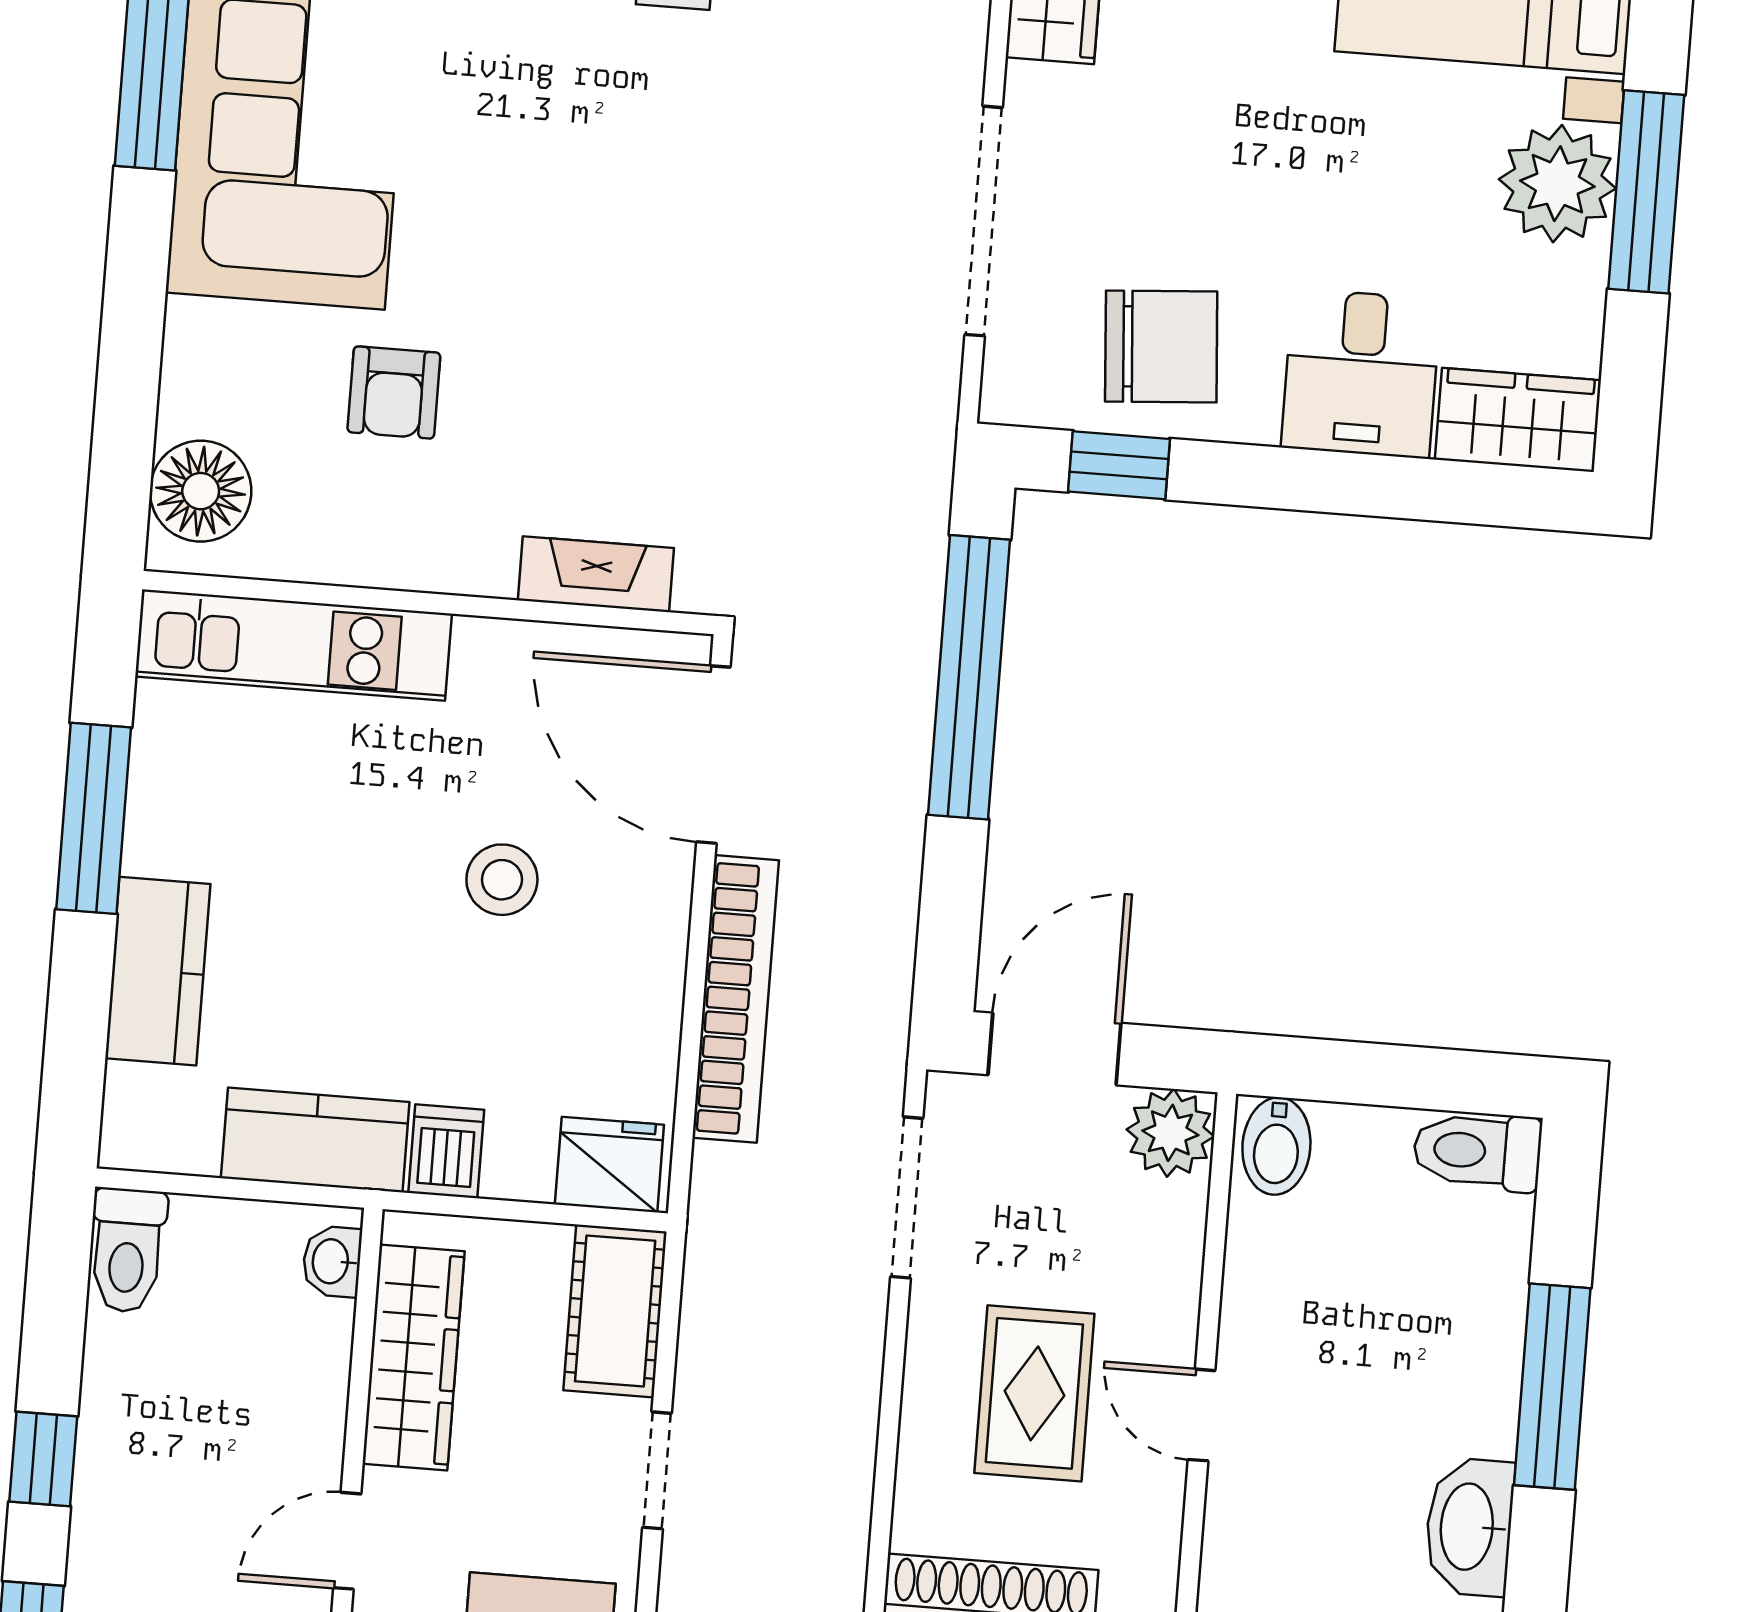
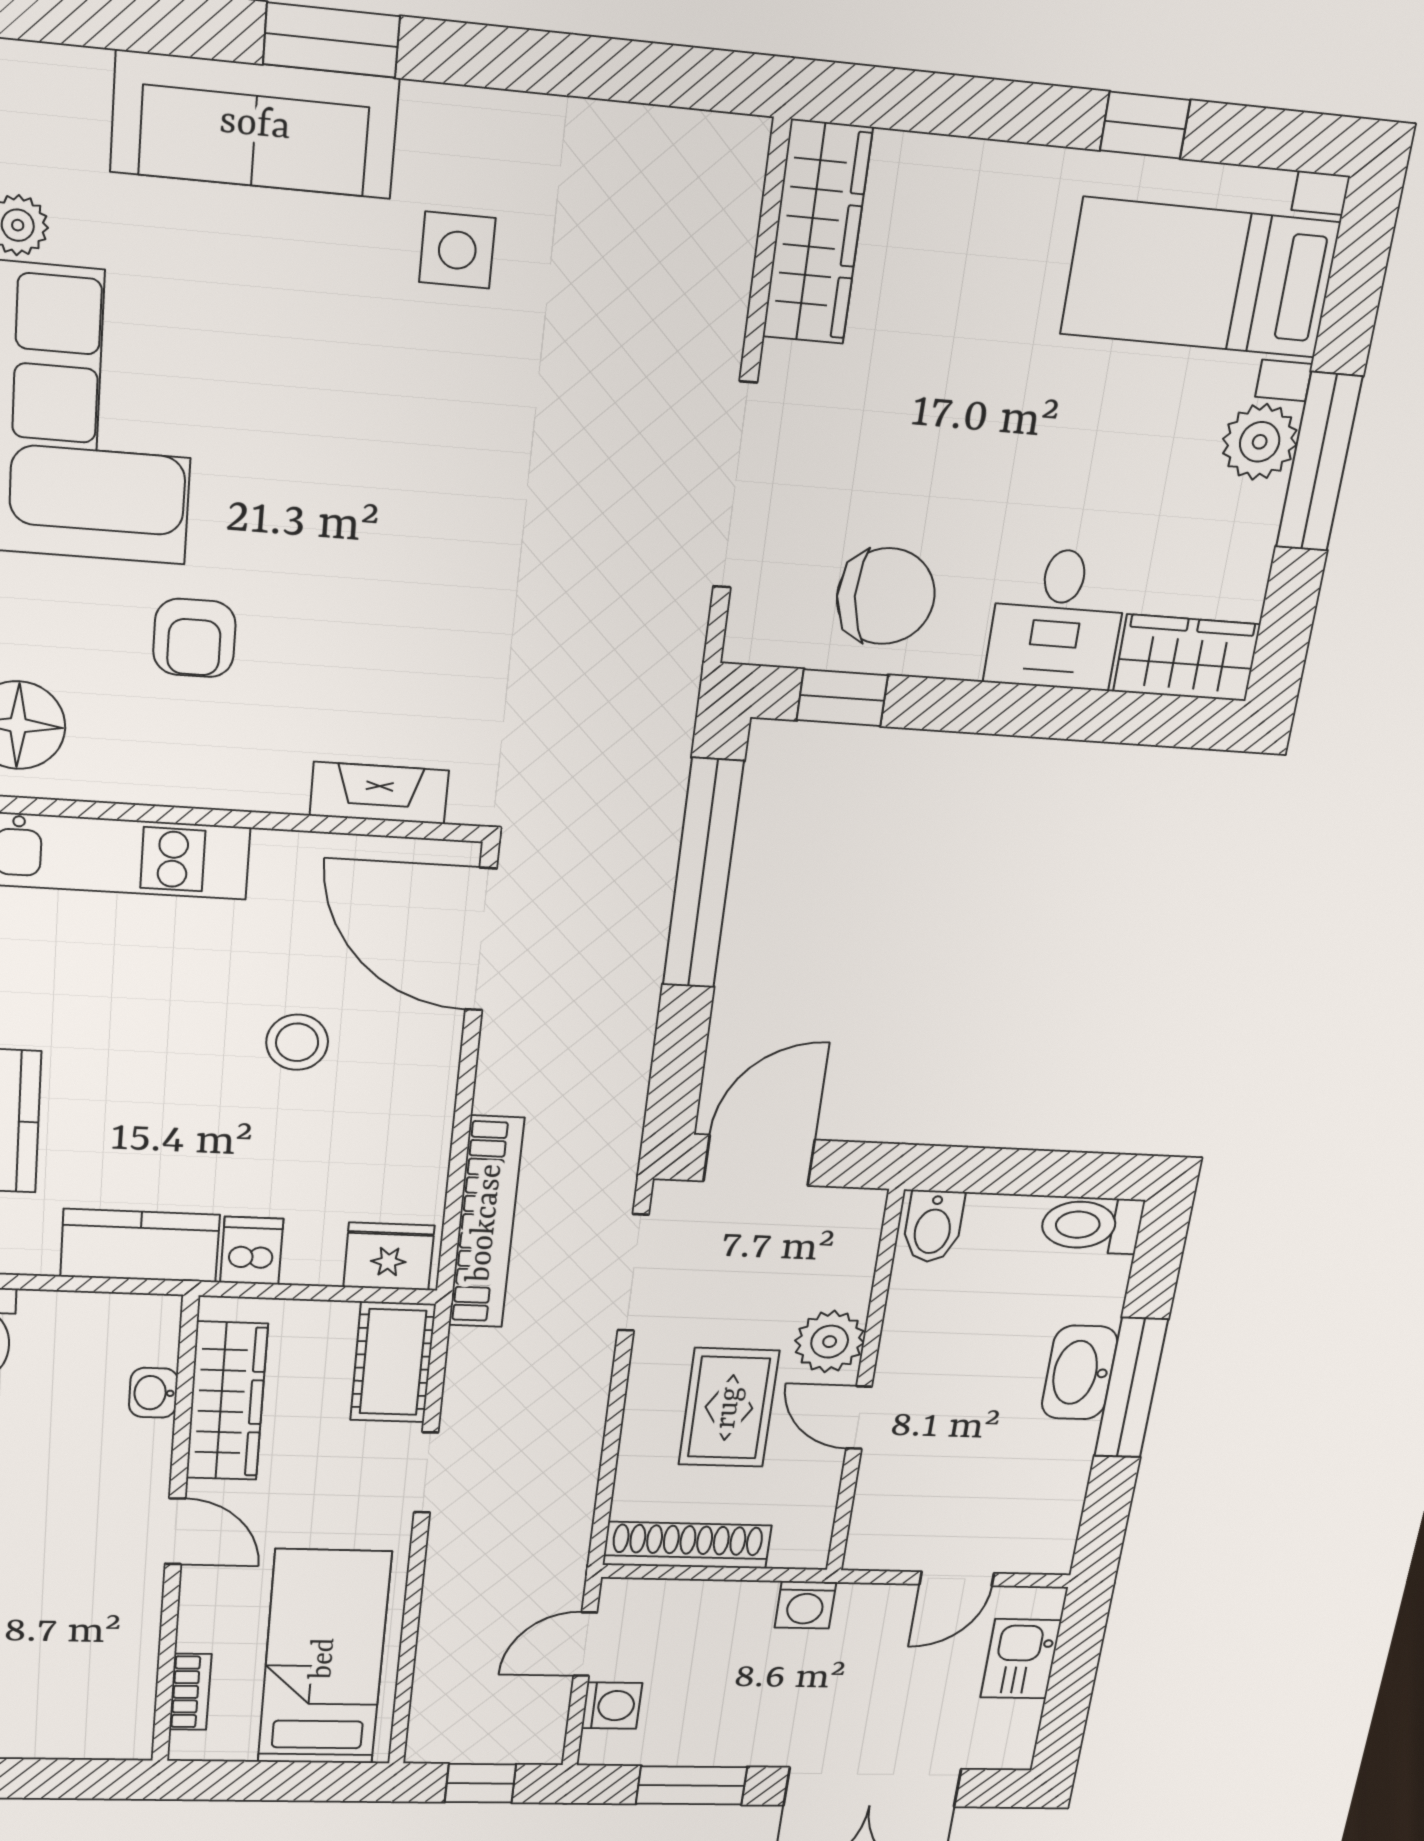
plant: (1557, 184) -> (1260, 442), width x0.73, depth x0.73
bookcase: (736, 999) -> (486, 1223), moved
plant: (1170, 1133) -> (830, 1342), moved
washbasin: (332, 1261) -> (153, 1393), moved
washbasin: (1469, 1527) -> (1079, 1373), moved
door: (347, 1541) -> (175, 1531), swing flipped

